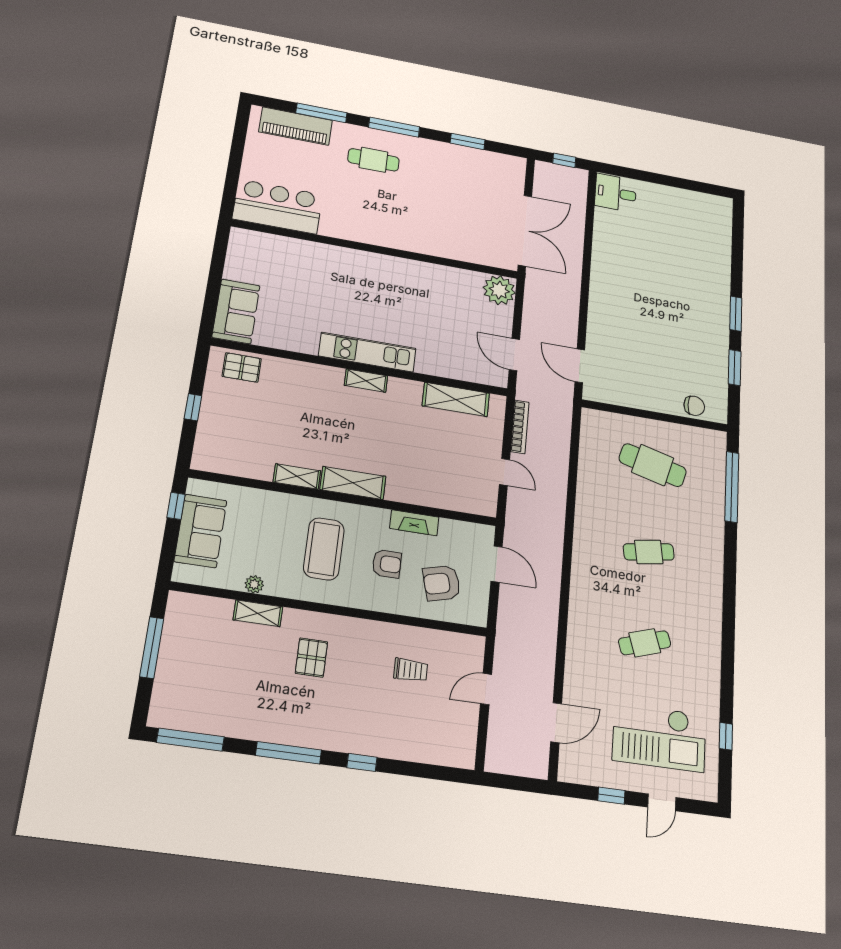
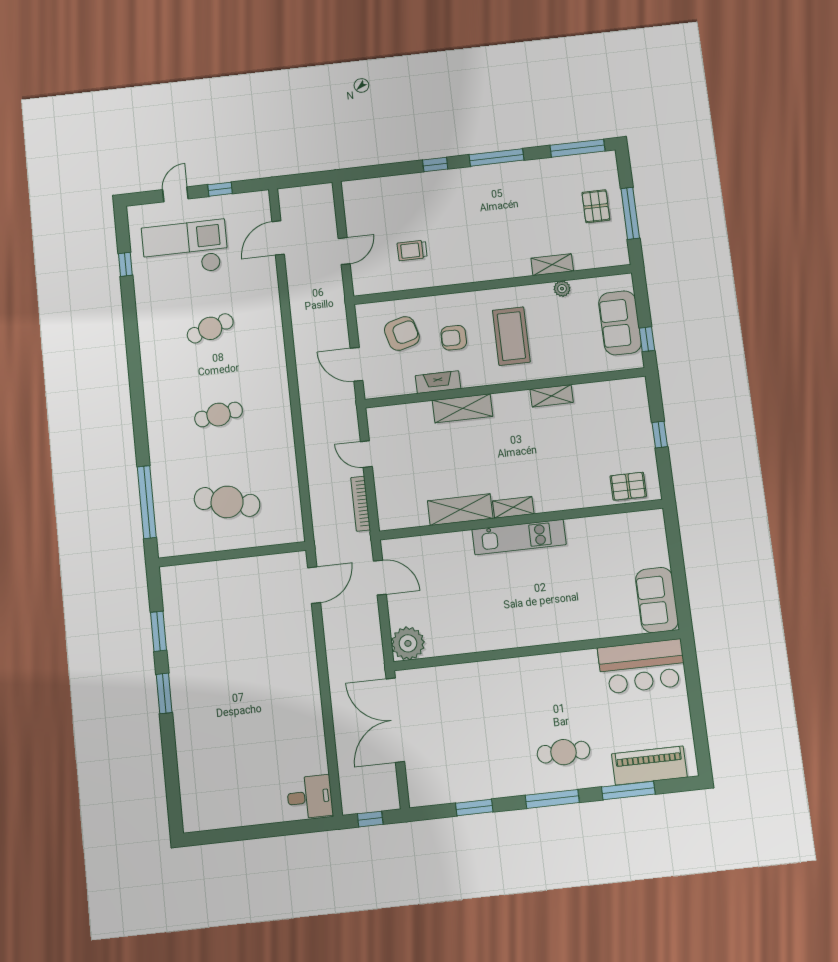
sofa: (236, 311) -> (657, 600), moved
door: (580, 366) -> (314, 585), hinge flipped
shelving: (456, 399) -> (460, 510), moved
chair: (694, 406) -> (194, 577), removed
shelving: (353, 483) -> (463, 408), moved
pallet: (311, 657) -> (596, 206), moved

